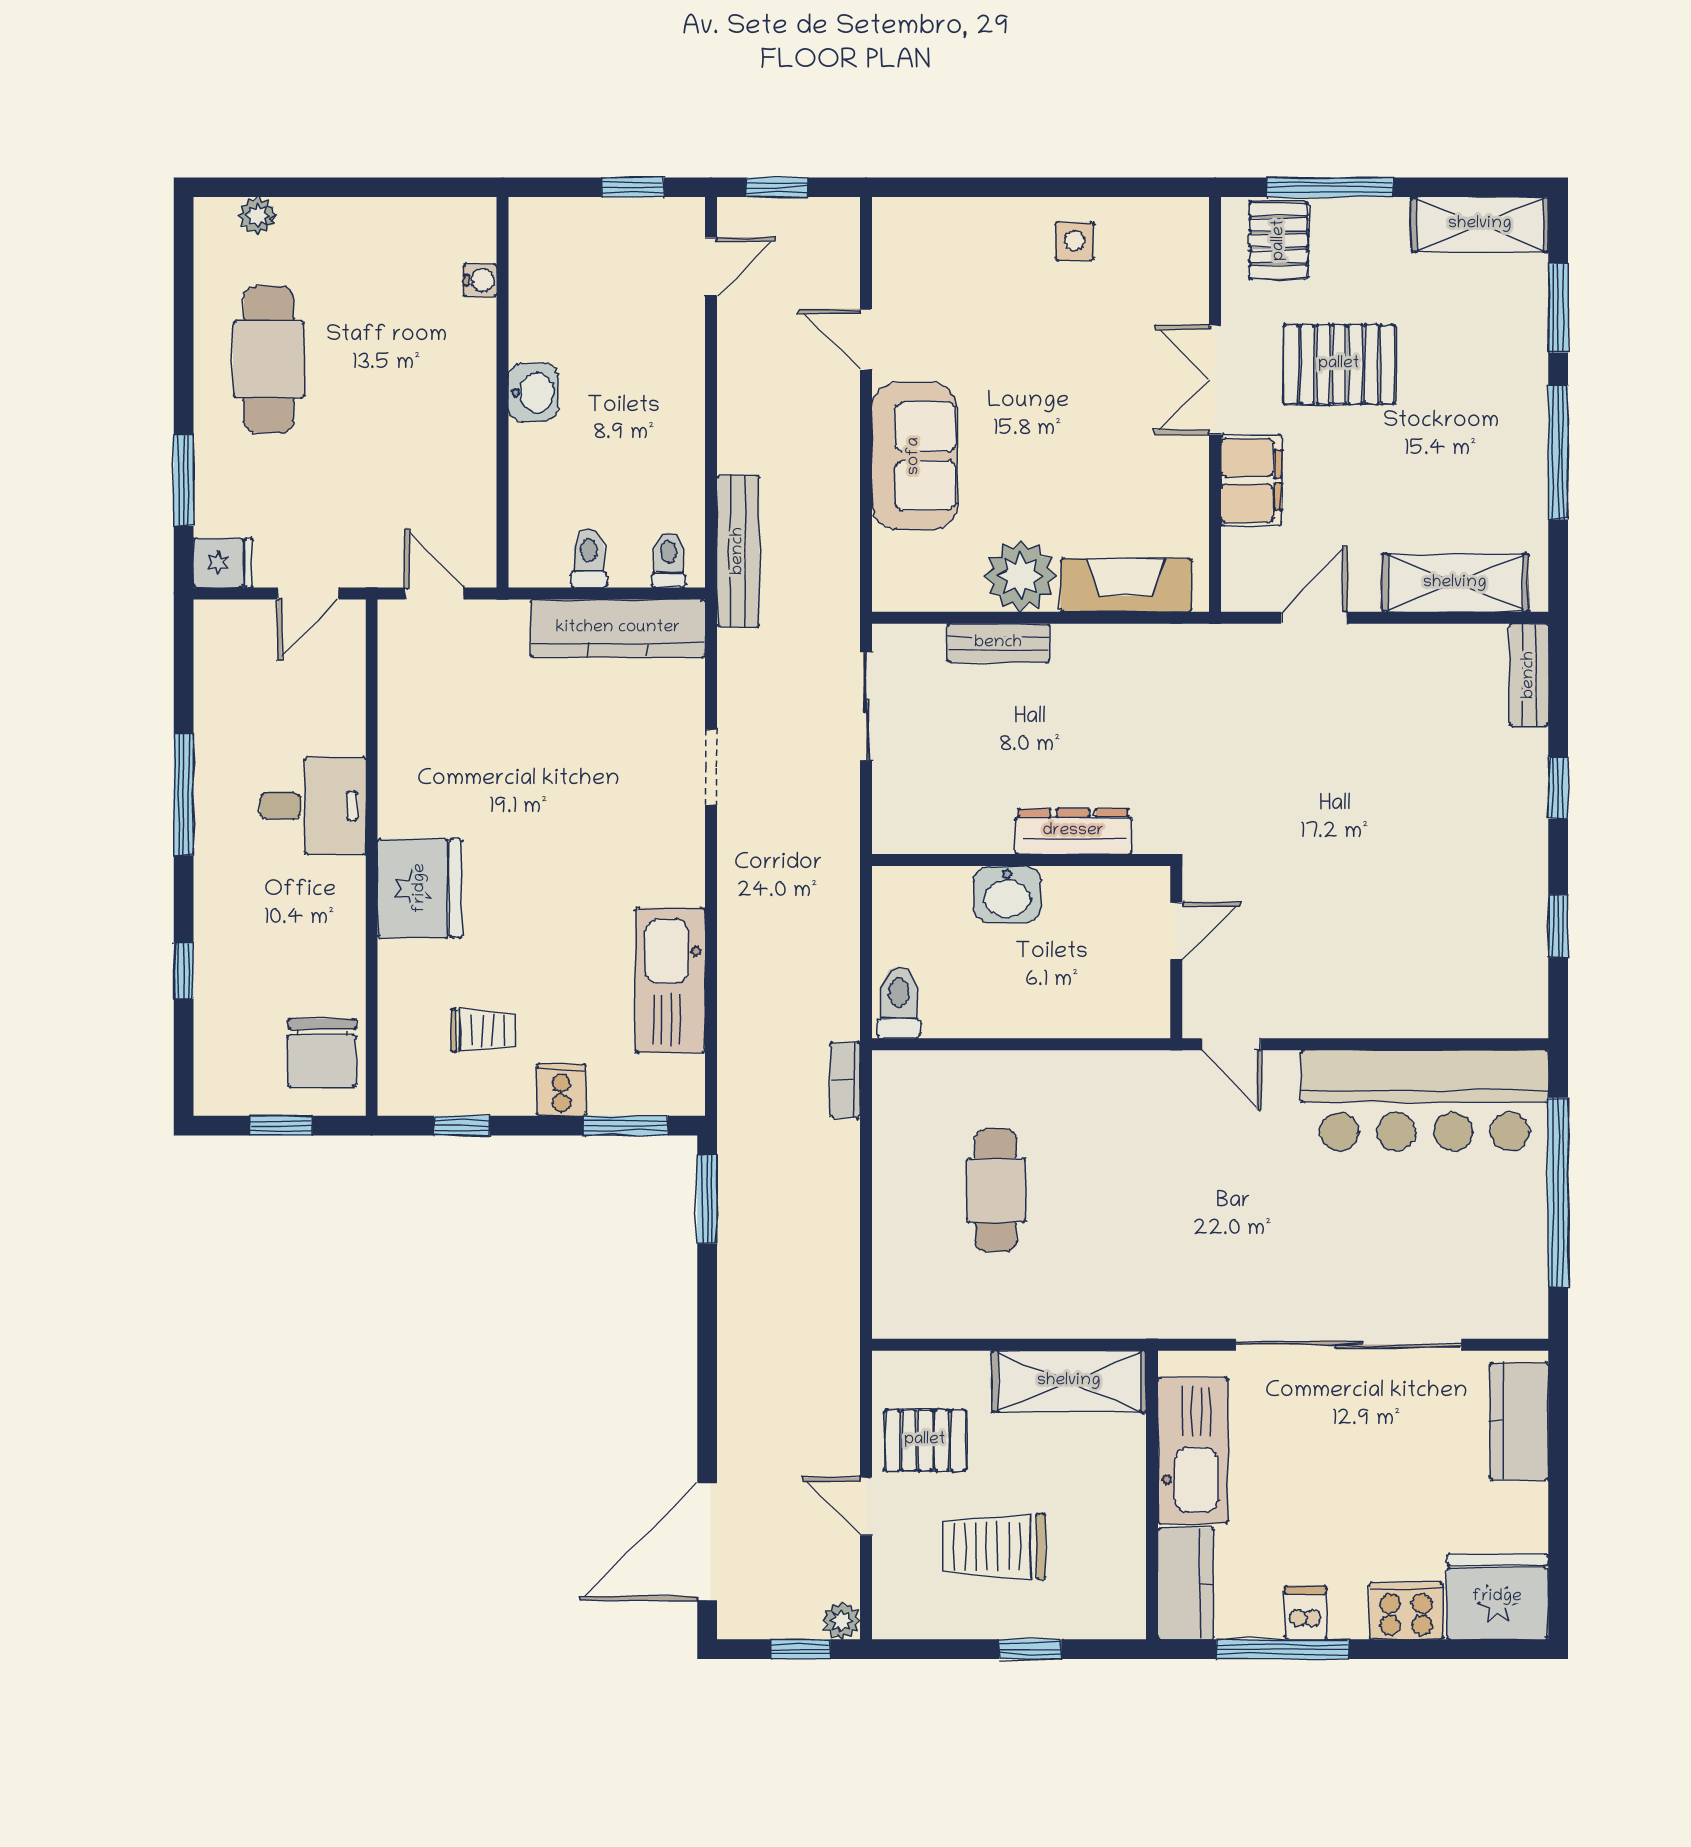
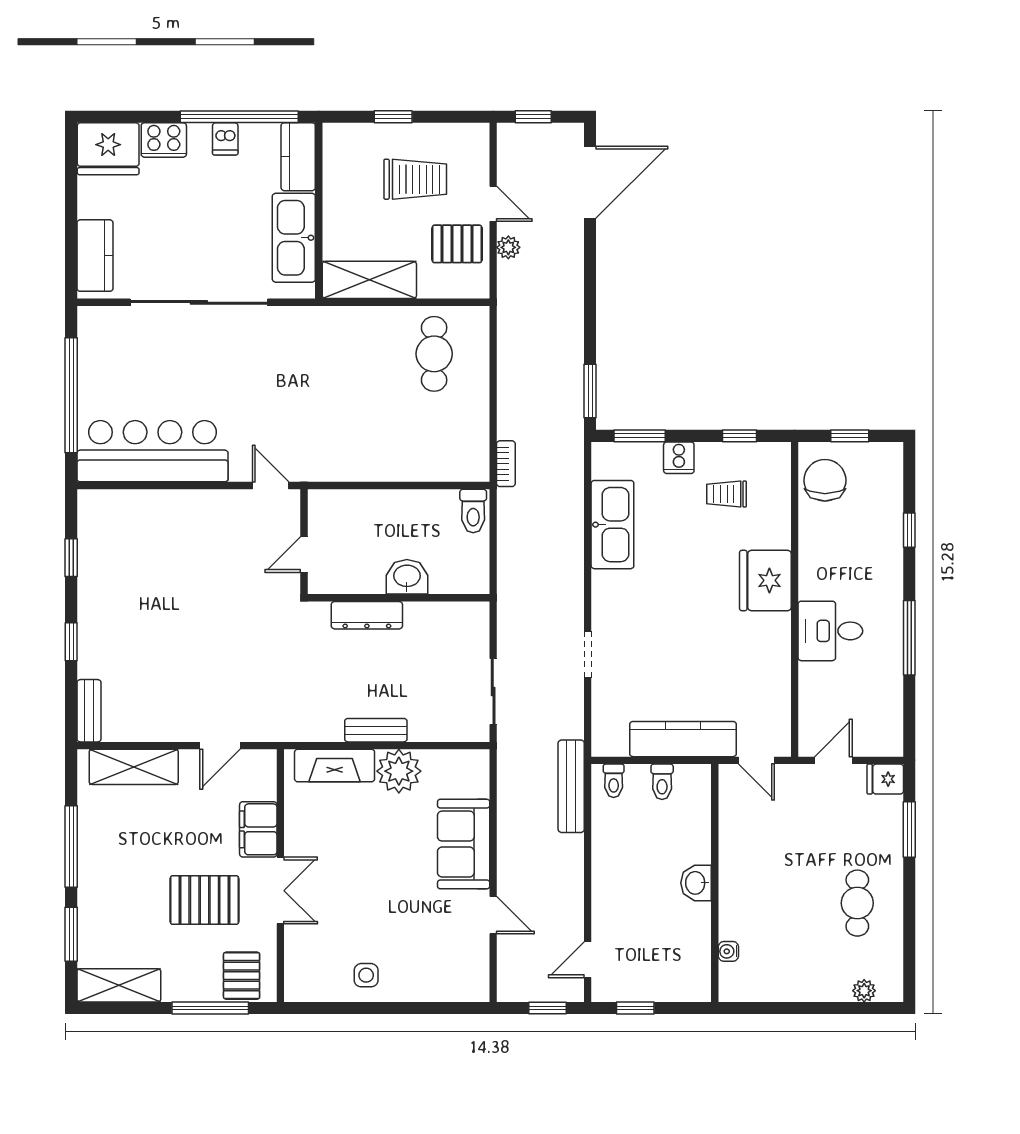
cafe table: (269, 359) -> (857, 903), width x0.73, depth x0.74
kitchen counter: (618, 628) -> (683, 739), moved
bench: (998, 643) -> (376, 730), moved
cafe table: (996, 1190) -> (434, 354), moved
plant: (841, 1620) -> (508, 247), moved
window: (1282, 1649) -> (239, 117), width x1.46

